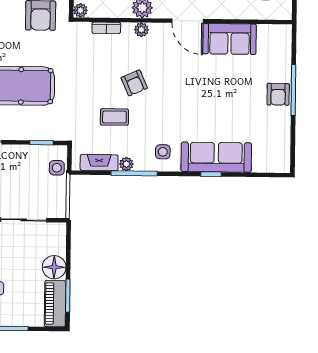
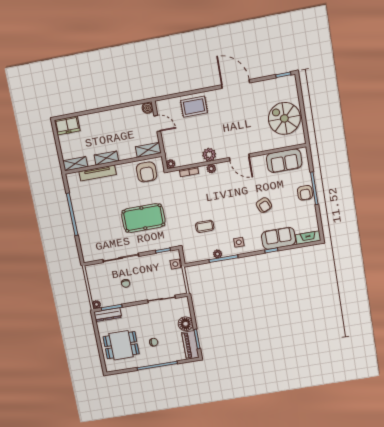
sofa: (230, 39) -> (284, 161), moved
armchair: (134, 83) -> (264, 205), moved
sofa: (216, 157) -> (278, 238), width x0.73
fireplace: (99, 163) -> (308, 238), moved

